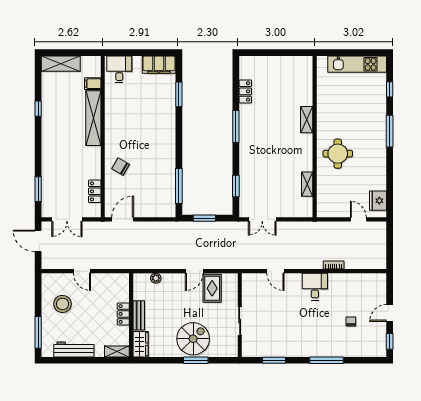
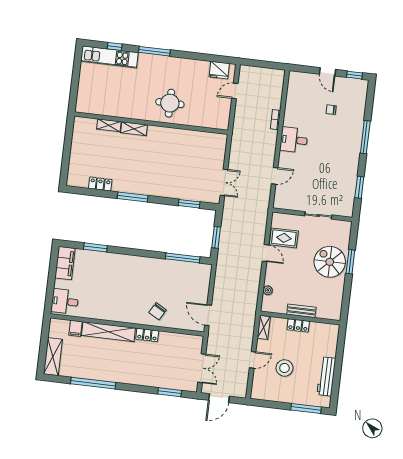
kitchen unit: (357, 64) -> (109, 57), moved, turned 90
window: (38, 109) -> (93, 383), width x3.17
shelving: (307, 184) -> (109, 125), moved
locker: (95, 191) -> (147, 335), moved
stool: (62, 304) -> (284, 368), moved
wardrobe: (141, 344) -> (329, 312), removed
shelving: (117, 352) -> (264, 327), moved

